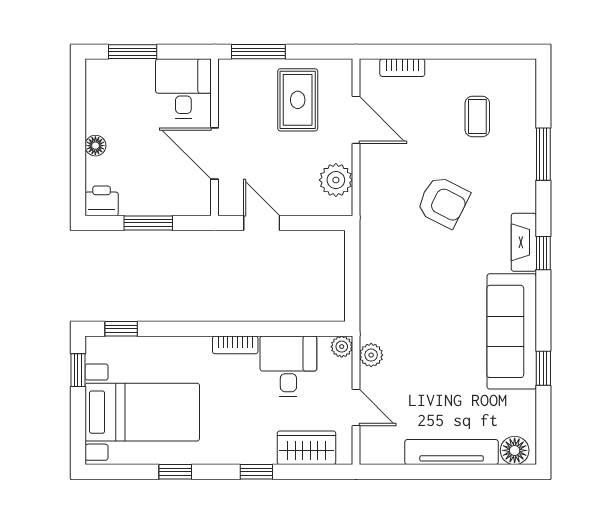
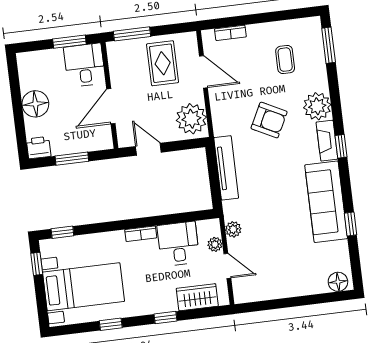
window: (133, 52) -> (69, 42), moved
floor lamp: (95, 146) -> (35, 104), width x1.89, depth x1.89
door: (215, 153) -> (111, 106), hinge flipped
window: (543, 154) -> (329, 45), moved
plant: (336, 180) -> (191, 119), width x1.36, depth x1.36
plant: (516, 190) -> (317, 106), added
plant: (342, 347) -> (215, 244), moved
tv unit: (452, 452) -> (226, 168), moved, turned 90

